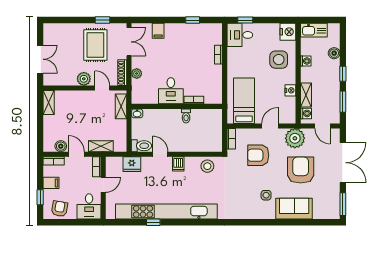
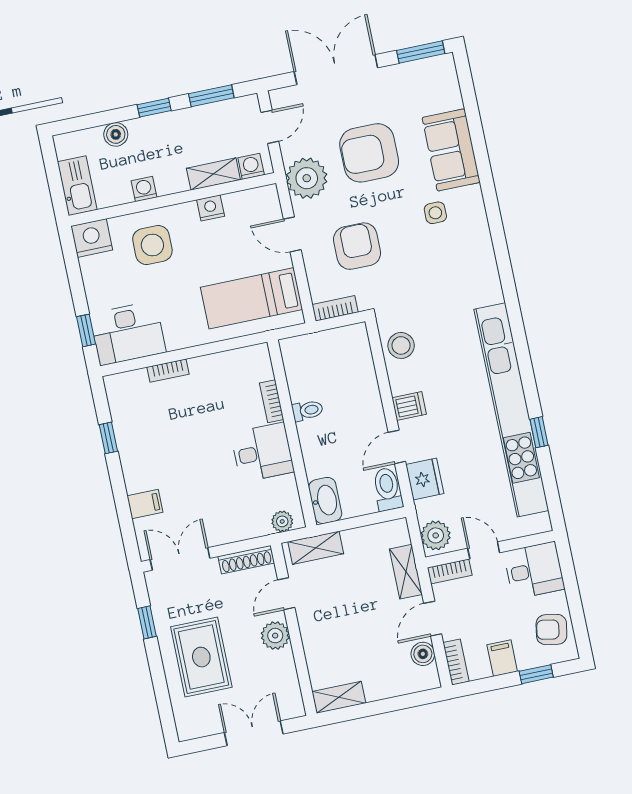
desk: (240, 35) -> (128, 333), width x1.37
rug: (95, 45) -> (201, 657), moved, turned 90
plant: (137, 74) -> (282, 521), moved
washbasin: (137, 113) -> (325, 501), width x1.91, depth x1.45
armchair: (258, 155) -> (357, 246), turned 180
plant: (115, 164) -> (436, 535), added
fridge: (132, 164) -> (425, 479), moved

